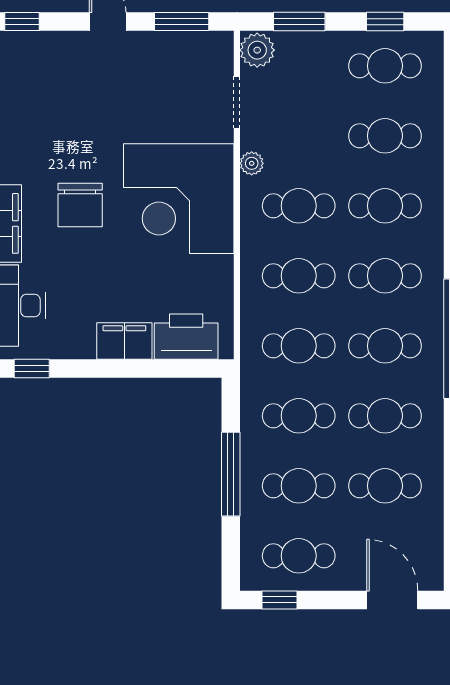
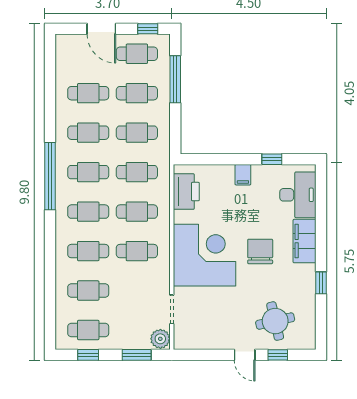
window: (22, 22) -> (278, 355), moved
window: (182, 22) -> (203, 355), removed
round table: (53, 82) -> (275, 321), added
plant: (252, 163) -> (163, 275), removed
printer: (186, 337) -> (186, 192), moved, turned -90
filing cabinet: (124, 341) -> (243, 175), width x0.50
window: (32, 369) -> (272, 159), moved
window: (231, 474) -> (175, 79), moved
door: (392, 600) -> (101, 29), moved

